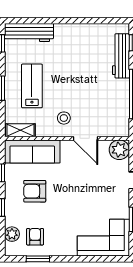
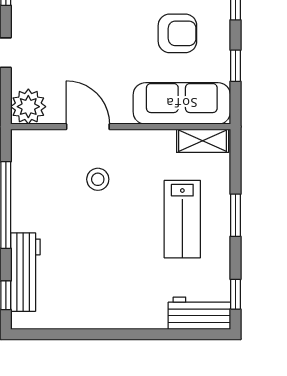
workbench: (29, 33) -> (199, 313), width x0.73
stool: (64, 118) -> (98, 179), moved

